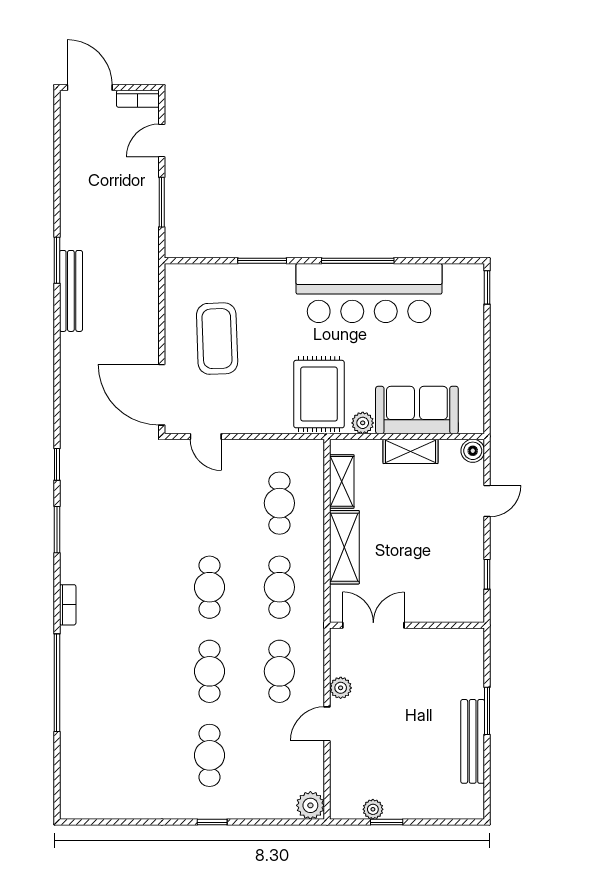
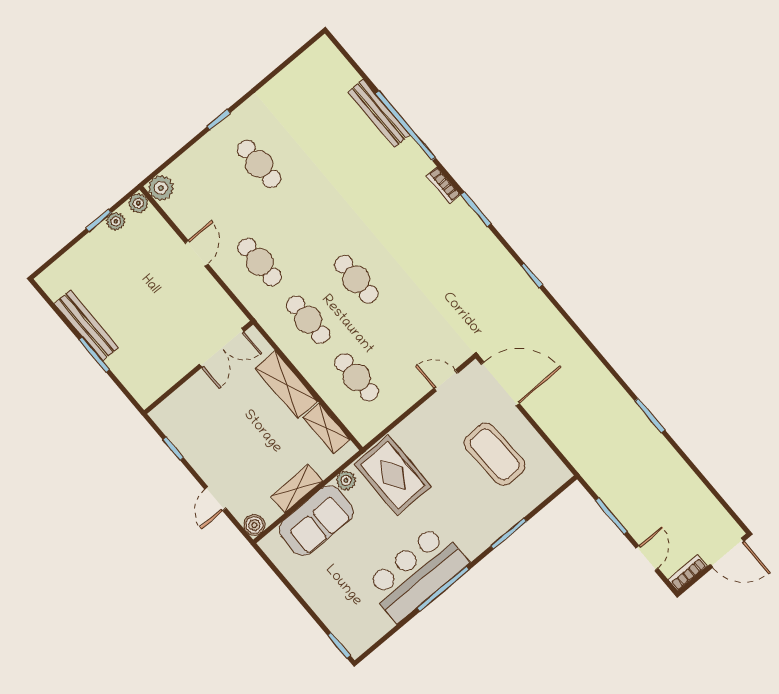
bench: (71, 291) -> (379, 113), moved
bar counter: (369, 293) -> (417, 573), width x0.73
window: (57, 530) -> (476, 209), moved
cafe table: (209, 671) -> (308, 222), removed
plant: (341, 688) -> (138, 203), moved

